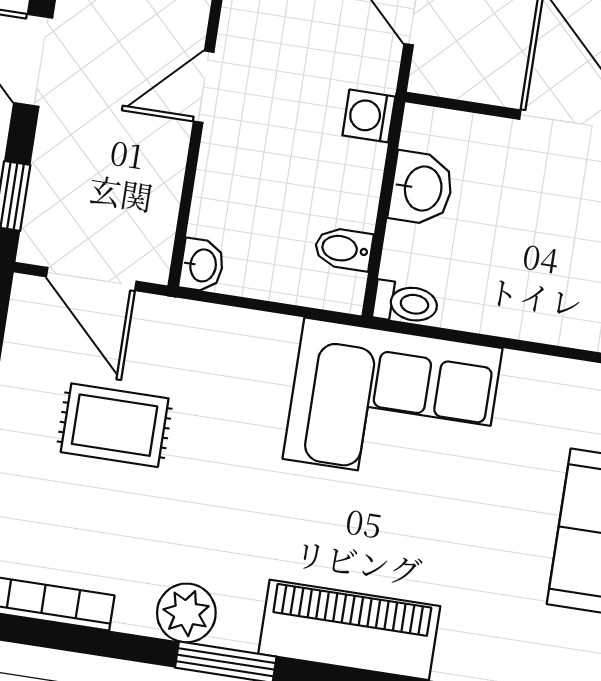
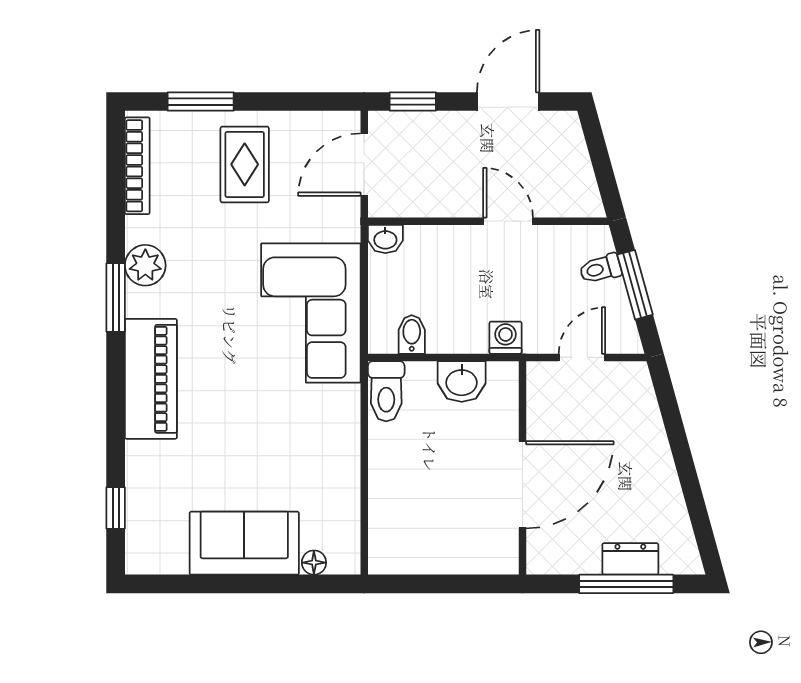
toilet: (406, 303) -> (386, 391), width x1.37, depth x1.39
corner sofa: (393, 403) -> (311, 313), moved
rug: (115, 425) -> (245, 164), moved

